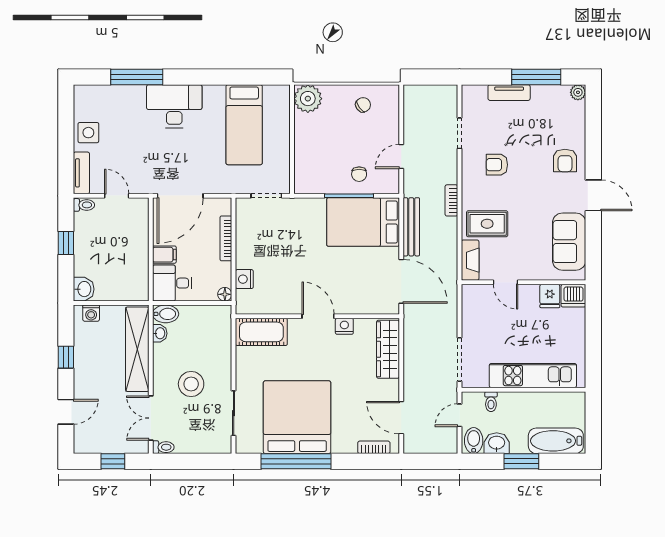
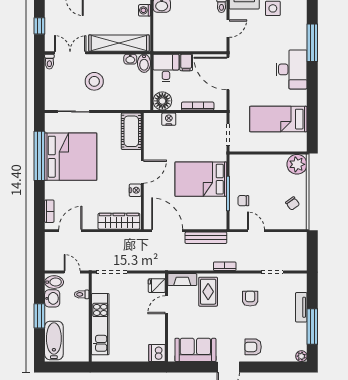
bed: (363, 222) -> (201, 179), moved, turned -90
door: (401, 281) -> (167, 231), swing flipped
floor lamp: (225, 294) -> (162, 101), width x1.89, depth x1.89
fridge: (550, 296) -> (157, 286), moved

